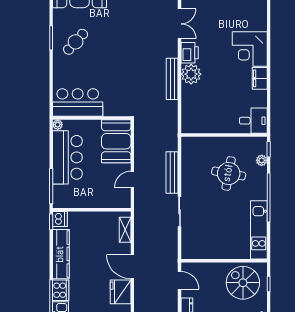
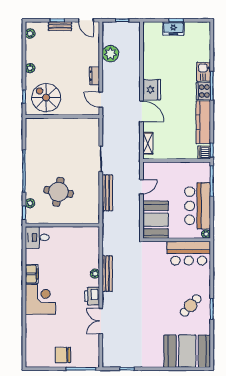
plant: (191, 74) -> (95, 274), width x0.53, depth x0.53
kitchen unit: (259, 230) -> (32, 143), removed
spiral stairs: (243, 283) -> (46, 98), turned 180

